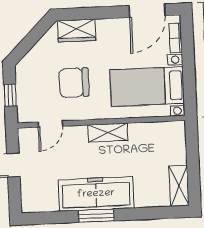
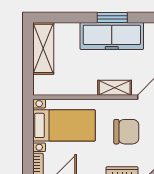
shelving: (108, 133) -> (115, 88), moved
shelving: (179, 186) -> (43, 48), width x1.50, depth x1.33

